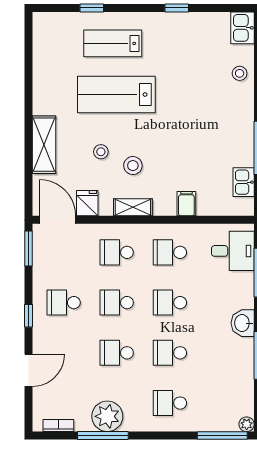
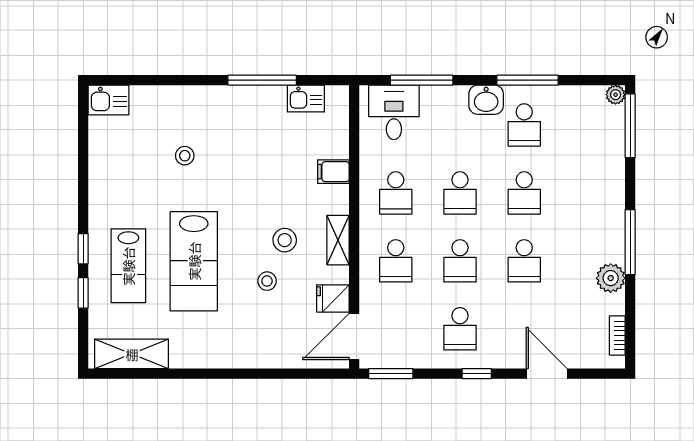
window: (177, 8) -> (83, 249), moved
stool: (240, 73) -> (185, 156), moved
shelving: (44, 145) -> (132, 354), moved
school desk: (170, 403) -> (524, 125), moved
plant: (107, 416) -> (611, 278), width x0.73, depth x0.73
window: (103, 436) -> (630, 242), moved

